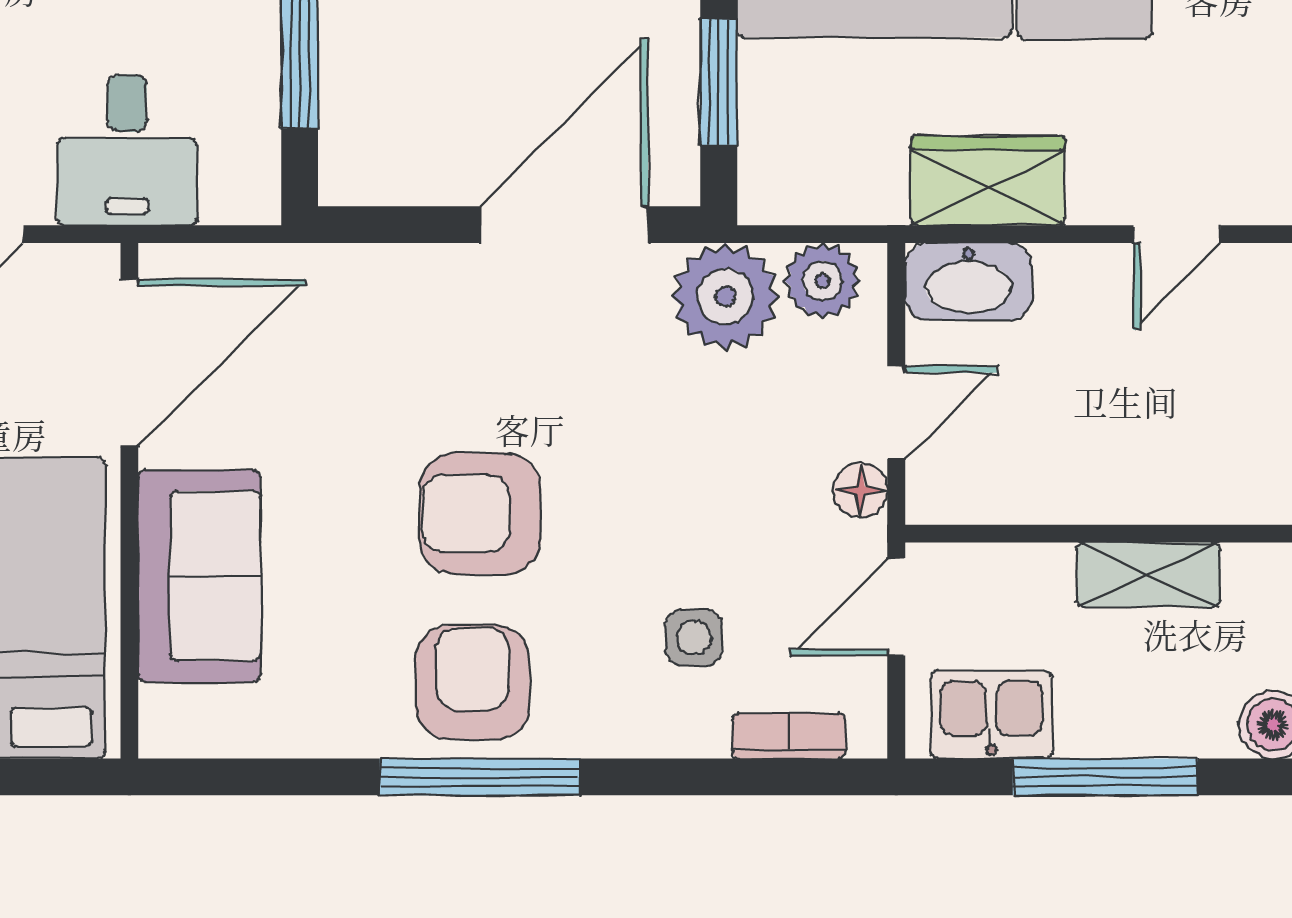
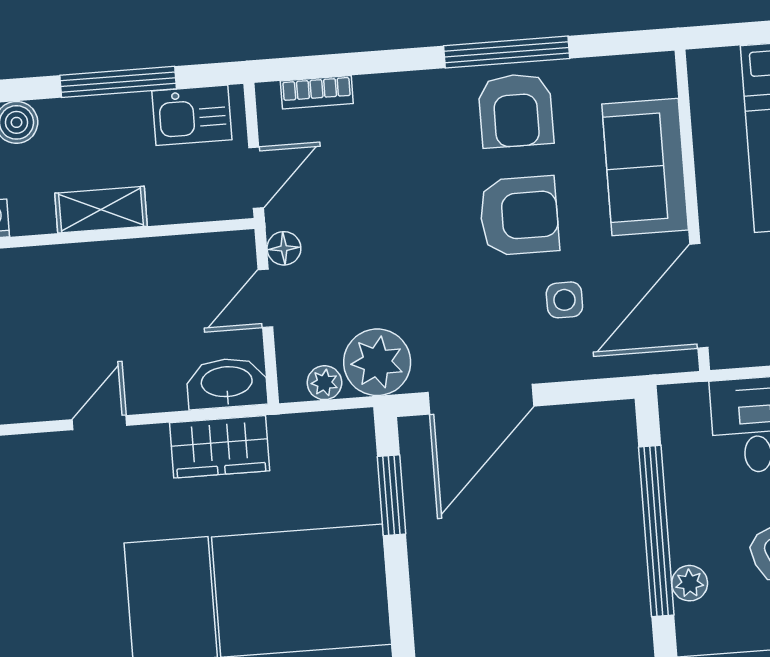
plant: (822, 281) -> (324, 383), width x0.73, depth x0.73
door: (129, 363) -> (699, 296), moved
wall: (129, 501) -> (692, 210), moved
sofa: (199, 576) -> (645, 167), moved
side table: (694, 637) -> (564, 300), moved

